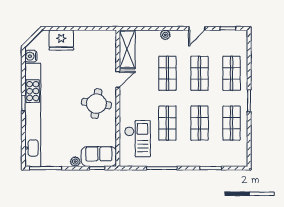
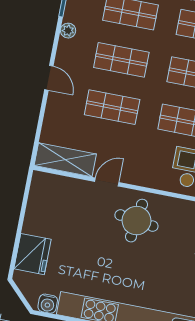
door: (197, 28) -> (49, 78), moved
plant: (165, 35) -> (68, 31), moved
door: (118, 79) -> (107, 182), hinge flipped

